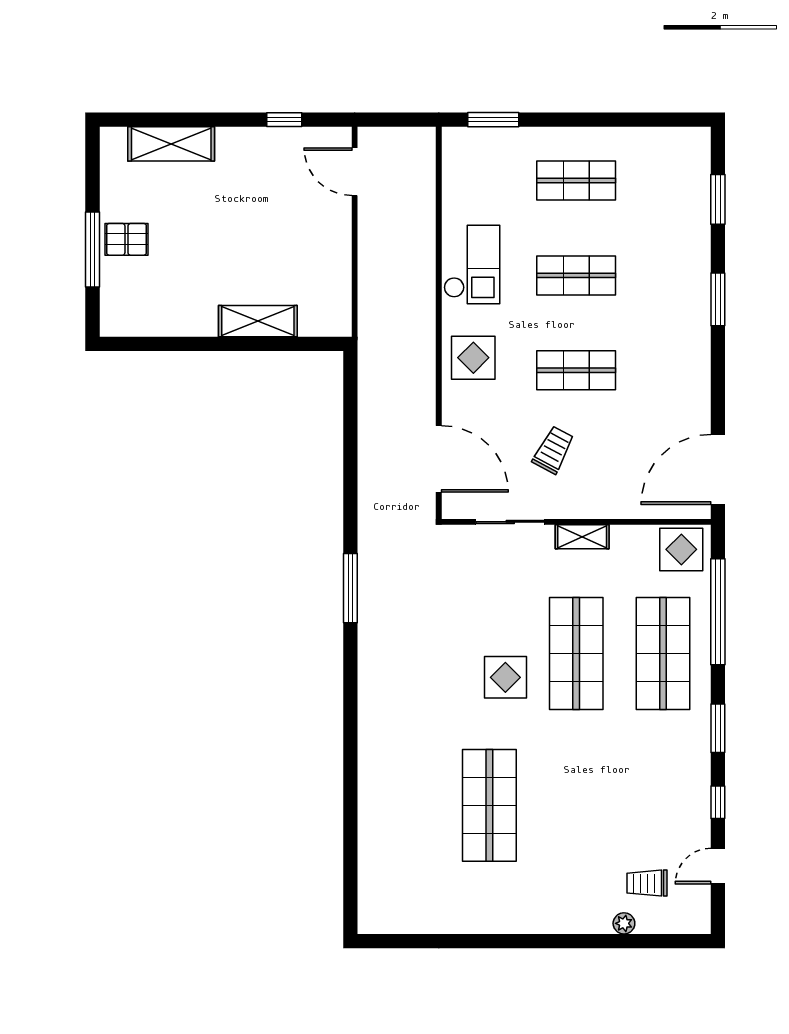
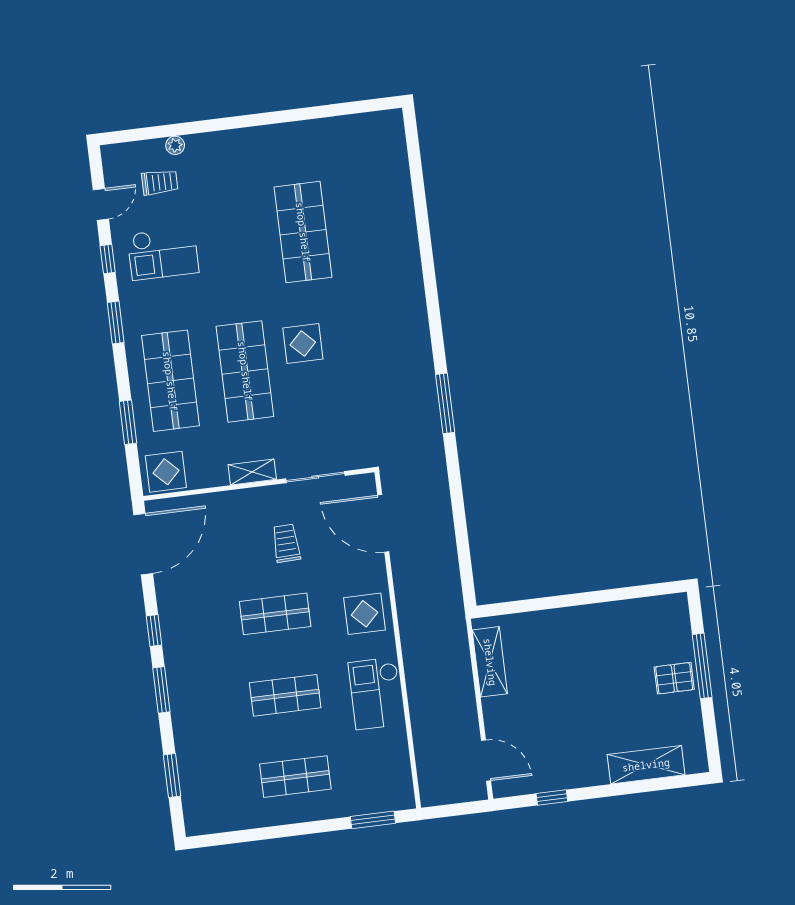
shelving: (258, 321) -> (490, 662), moved, turned 90
window: (718, 369) -> (154, 630), added
trolley: (553, 450) -> (286, 543), turned 150
window: (718, 612) -> (128, 422), width x0.47
checkout: (653, 801) -> (163, 253), added

